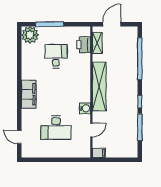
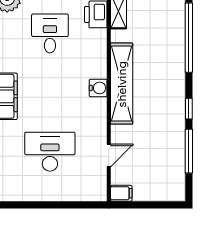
water cooler: (85, 108) -> (98, 88), moved
desk: (56, 128) -> (50, 152), turned 180

